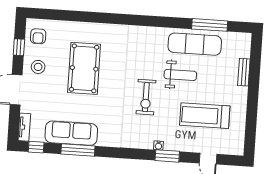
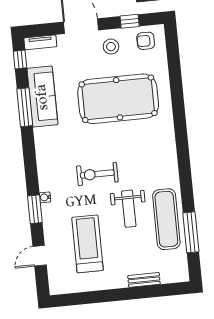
pool table: (84, 68) -> (118, 99), width x1.36, depth x1.32

